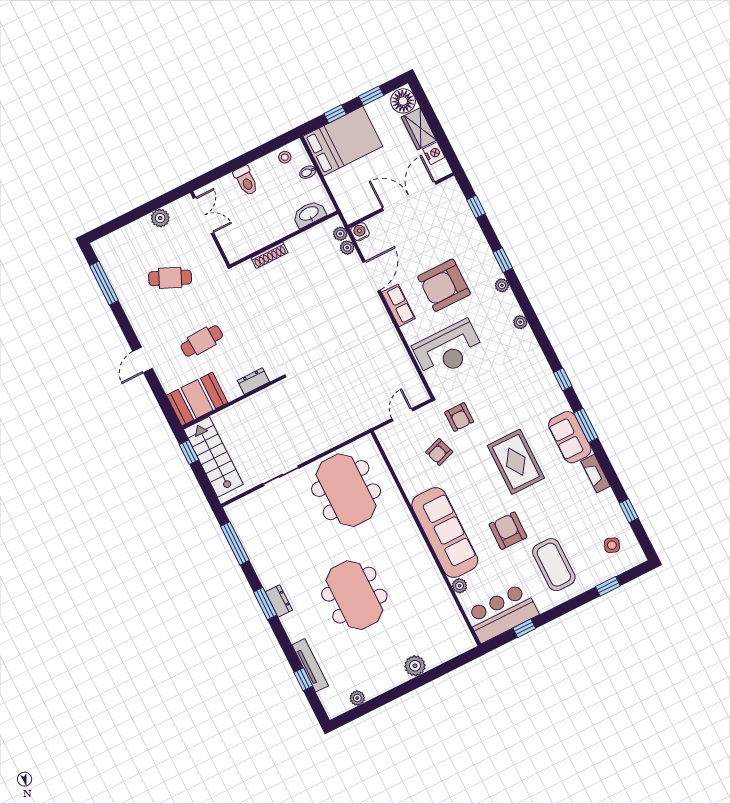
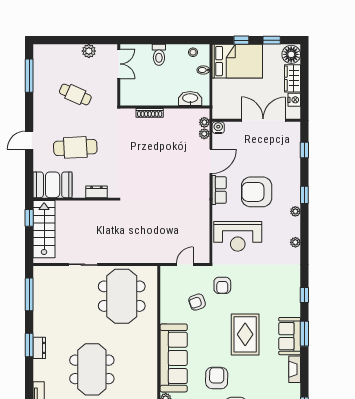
cafe table: (202, 341) -> (75, 147), width x1.37, depth x1.35

